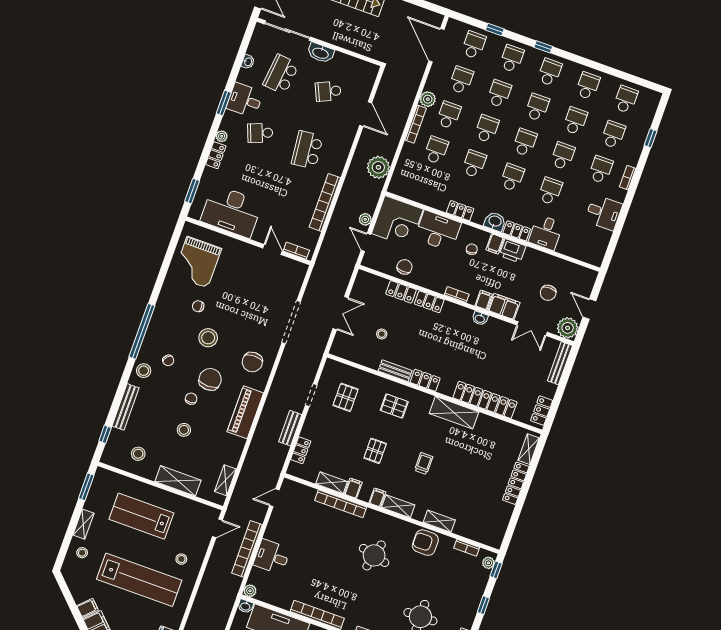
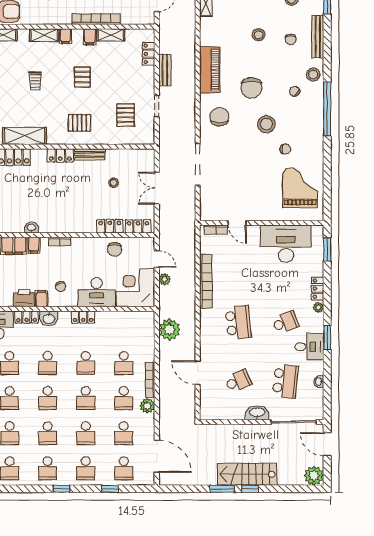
locker: (429, 302) -> (138, 226), moved
chair: (191, 399) -> (291, 39), moved

